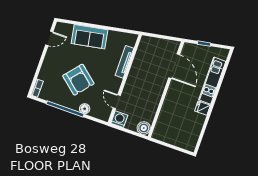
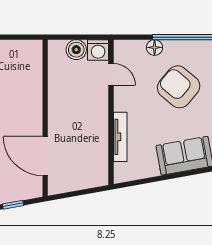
boiler: (144, 128) -> (76, 50), moved

